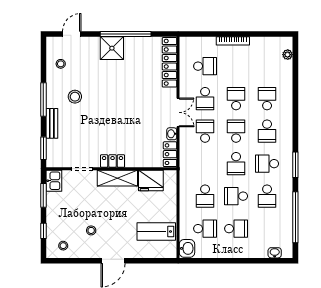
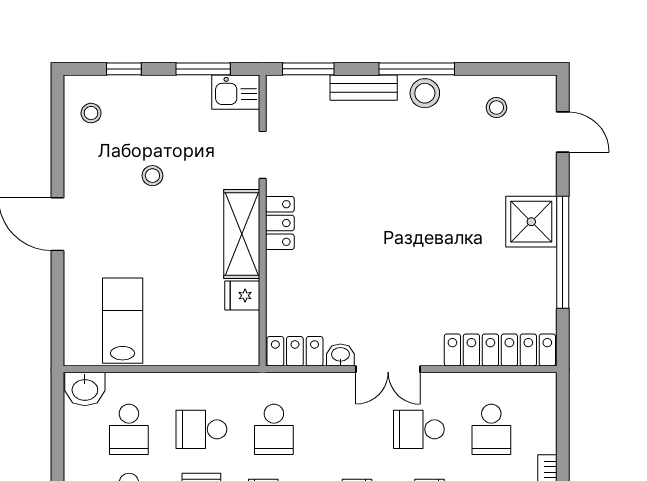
stool: (75, 97) -> (425, 93), moved
school desk: (205, 131) -> (274, 429), moved, turned 90
fridge: (151, 180) -> (242, 296), width x0.53, depth x0.75
stool: (91, 230) -> (152, 176), moved

